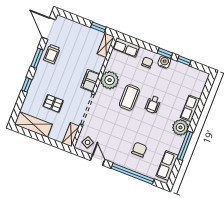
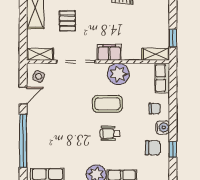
window: (165, 53) -> (173, 124), removed
chair: (139, 150) -> (153, 148), moved

